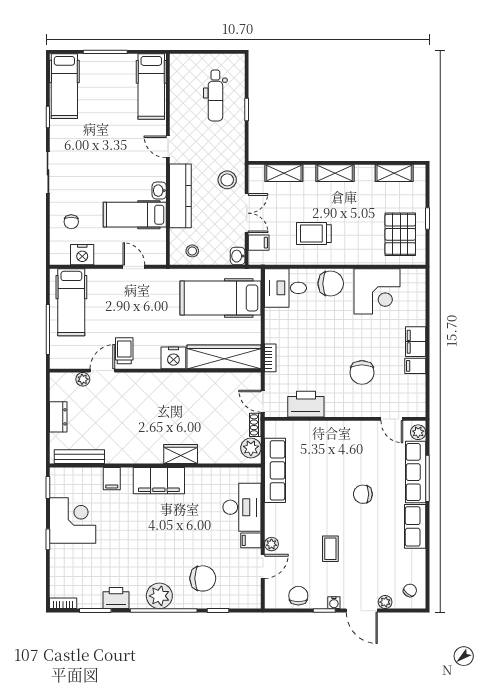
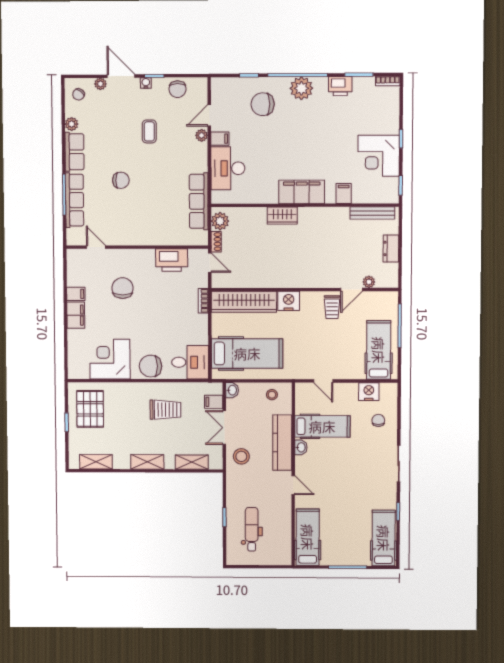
plant: (418, 432) -> (72, 124), moved

